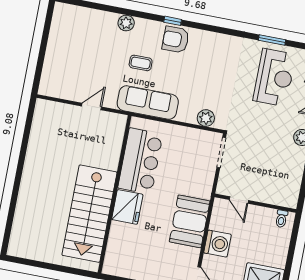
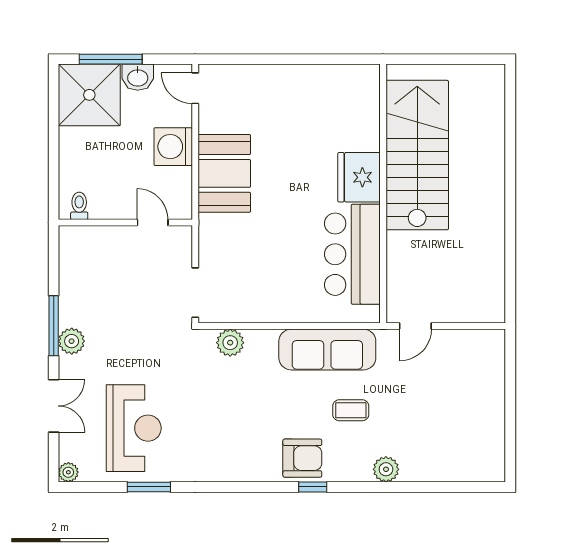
reception desk: (274, 77) -> (134, 428), turned 180
bar counter: (140, 161) -> (352, 254), moved
wall: (115, 194) -> (383, 194), moved
fridge: (127, 207) -> (359, 177), moved
stairs: (89, 214) -> (417, 155), moved

